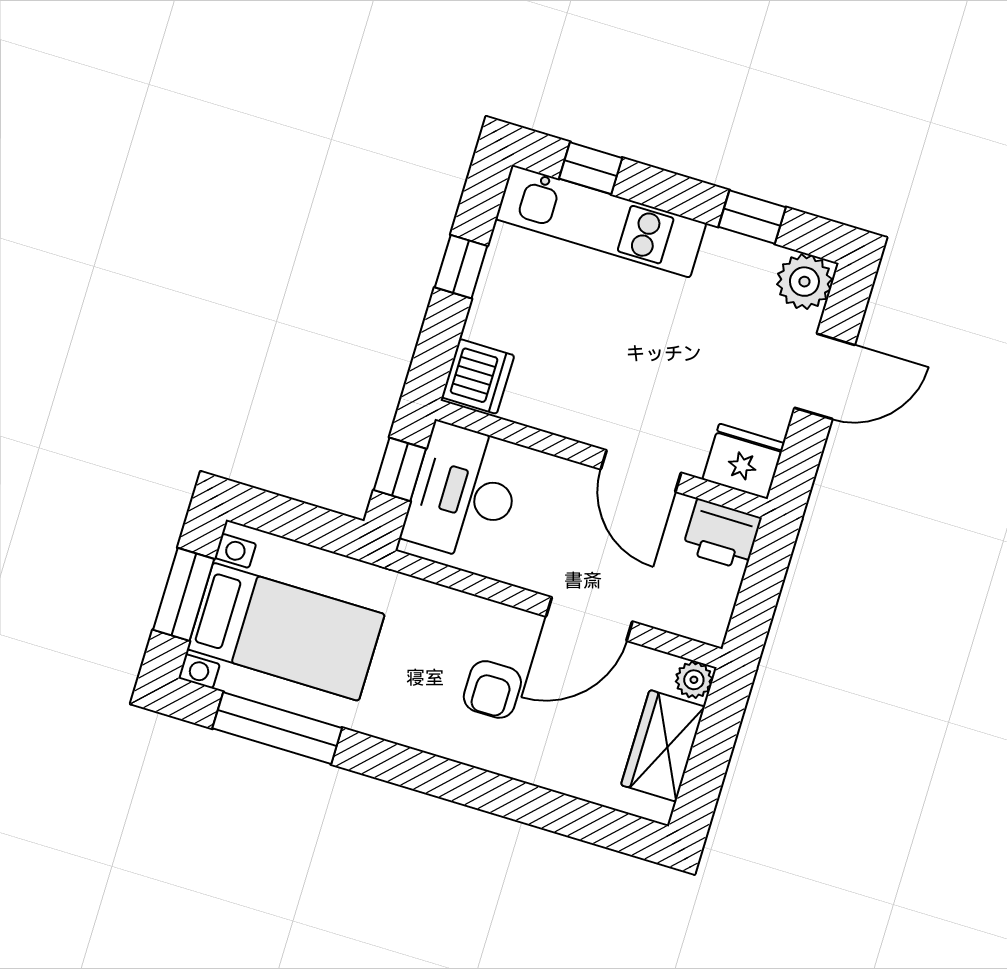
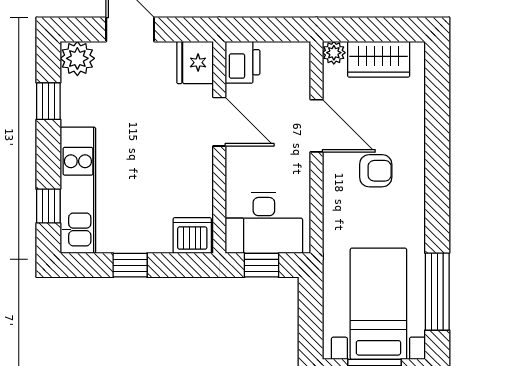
door: (641, 471) -> (219, 122), hinge flipped

